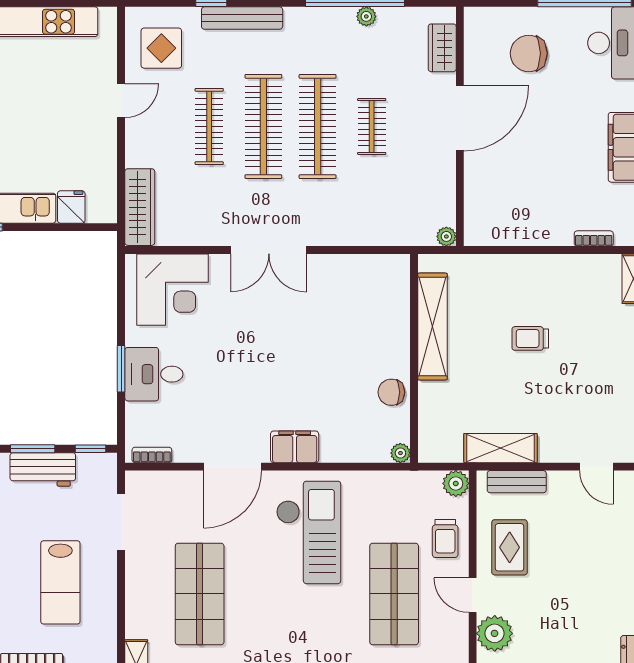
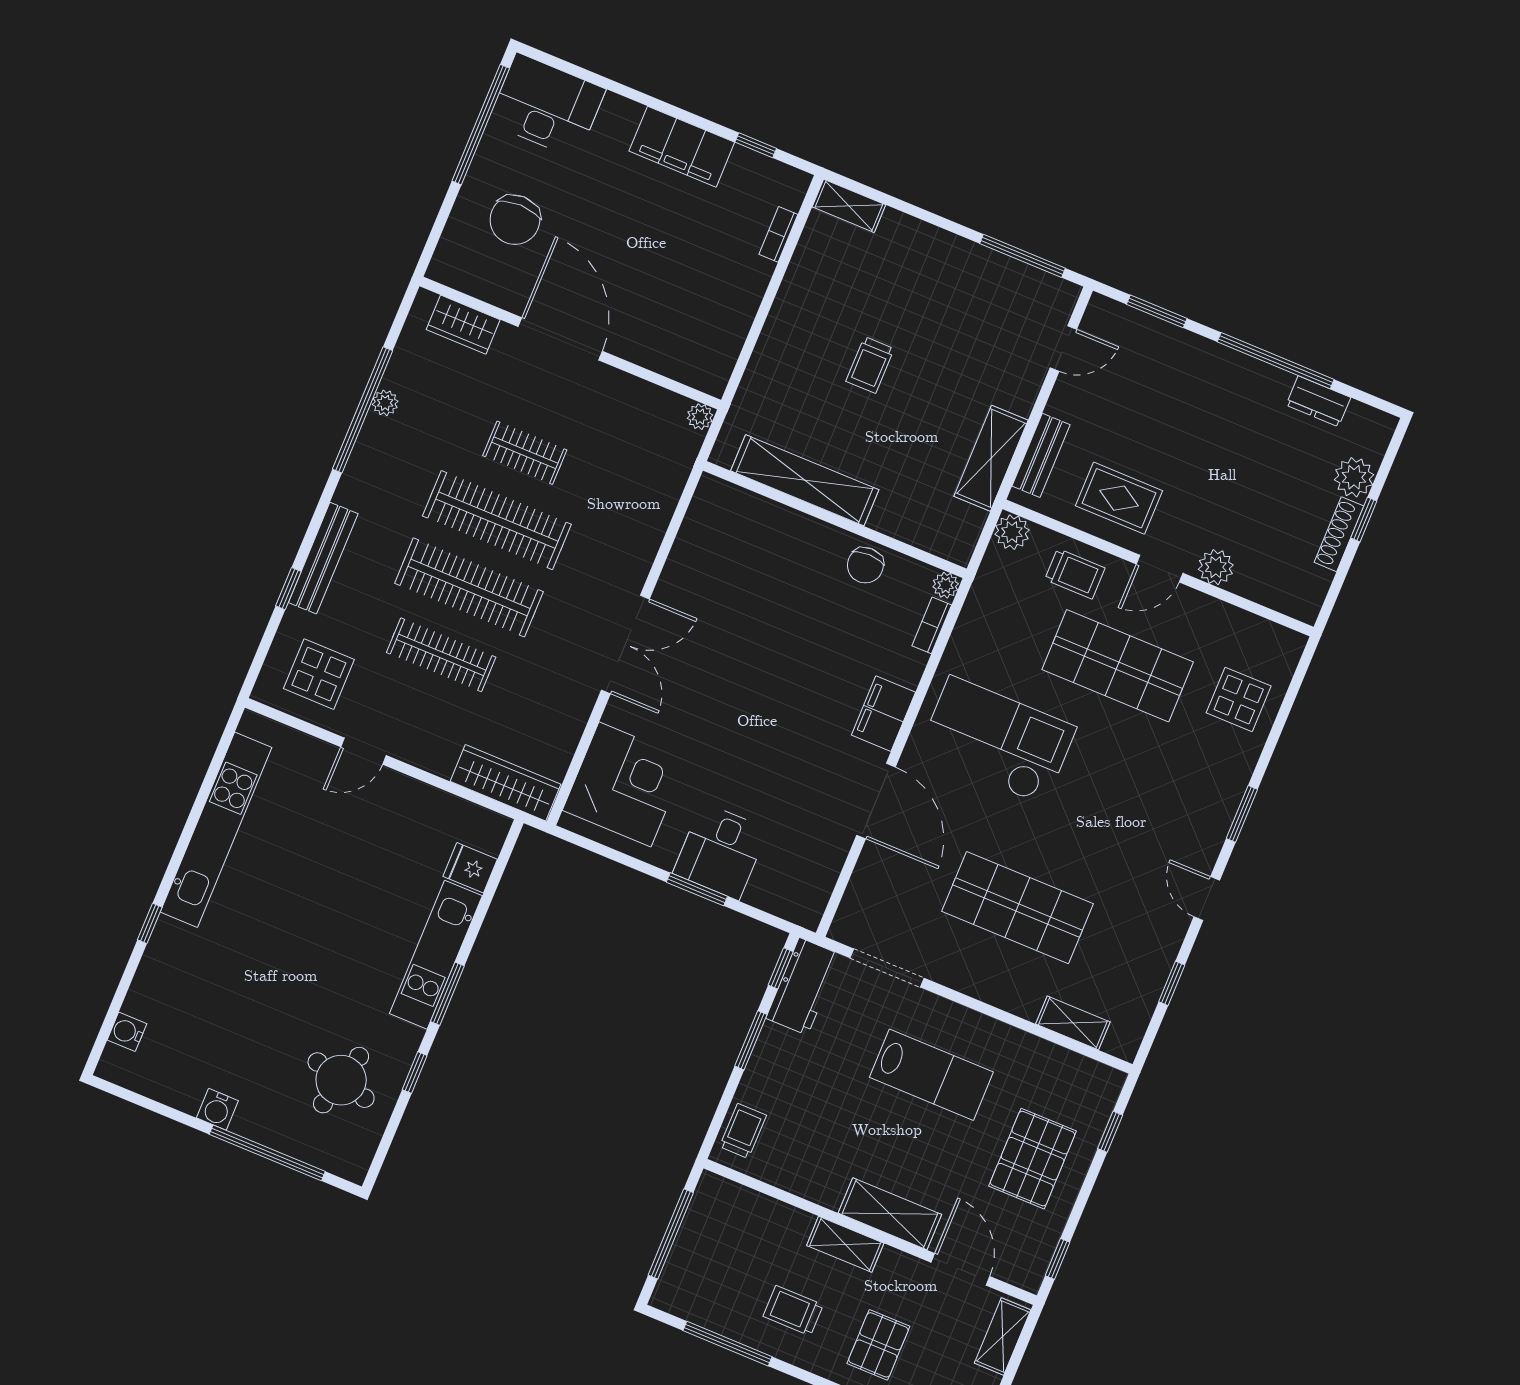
door: (121, 101) -> (363, 751), swing flipped
bookcase: (152, 455) -> (932, 625), moved
workbench: (43, 469) -> (803, 986), moved
plant: (495, 633) -> (1216, 567), width x0.73, depth x0.73

